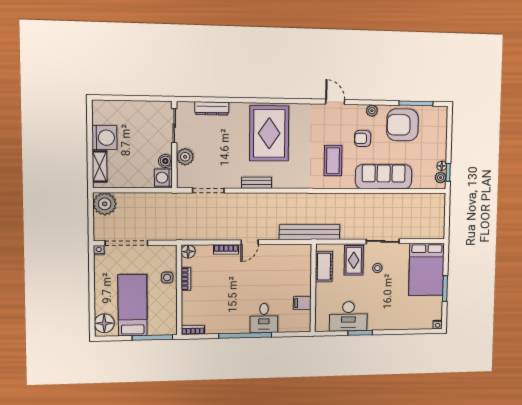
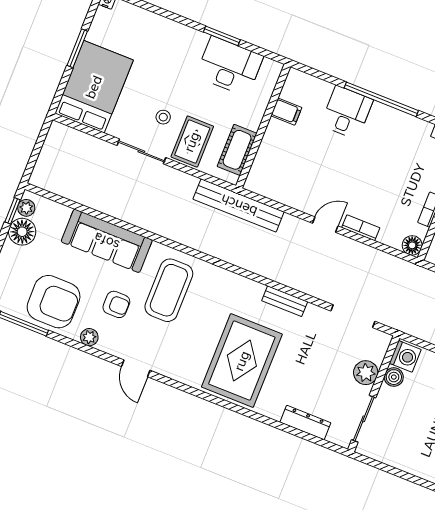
coffee table: (333, 161) -> (169, 290), width x1.36, depth x1.32
floor lamp: (442, 166) -> (22, 232), width x1.89, depth x1.89

